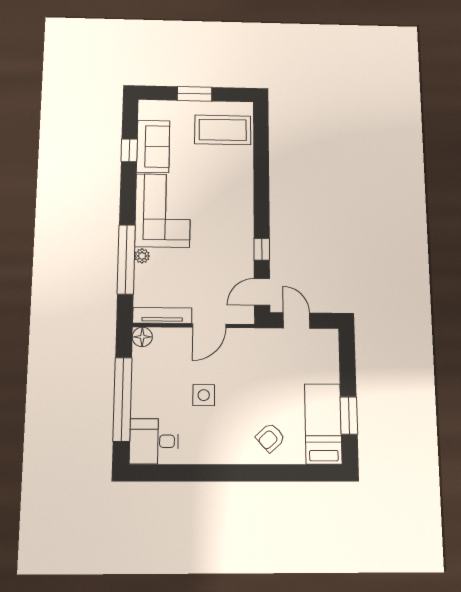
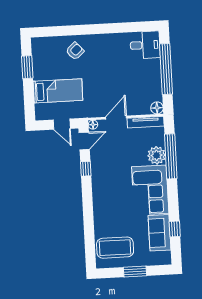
plant: (142, 256) -> (157, 155), width x1.87, depth x1.87
floor lamp: (247, 317) -> (93, 125), added
side table: (204, 395) -> (117, 74), removed
bed: (323, 424) -> (58, 91), moved, turned -90

